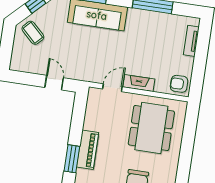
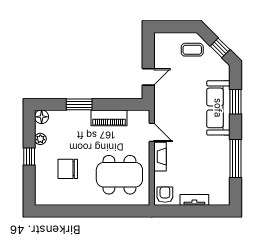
coffee table: (33, 33) -> (192, 50), turned 46
tv unit: (191, 41) -> (194, 200), moved
piano: (88, 150) -> (109, 118), moved

